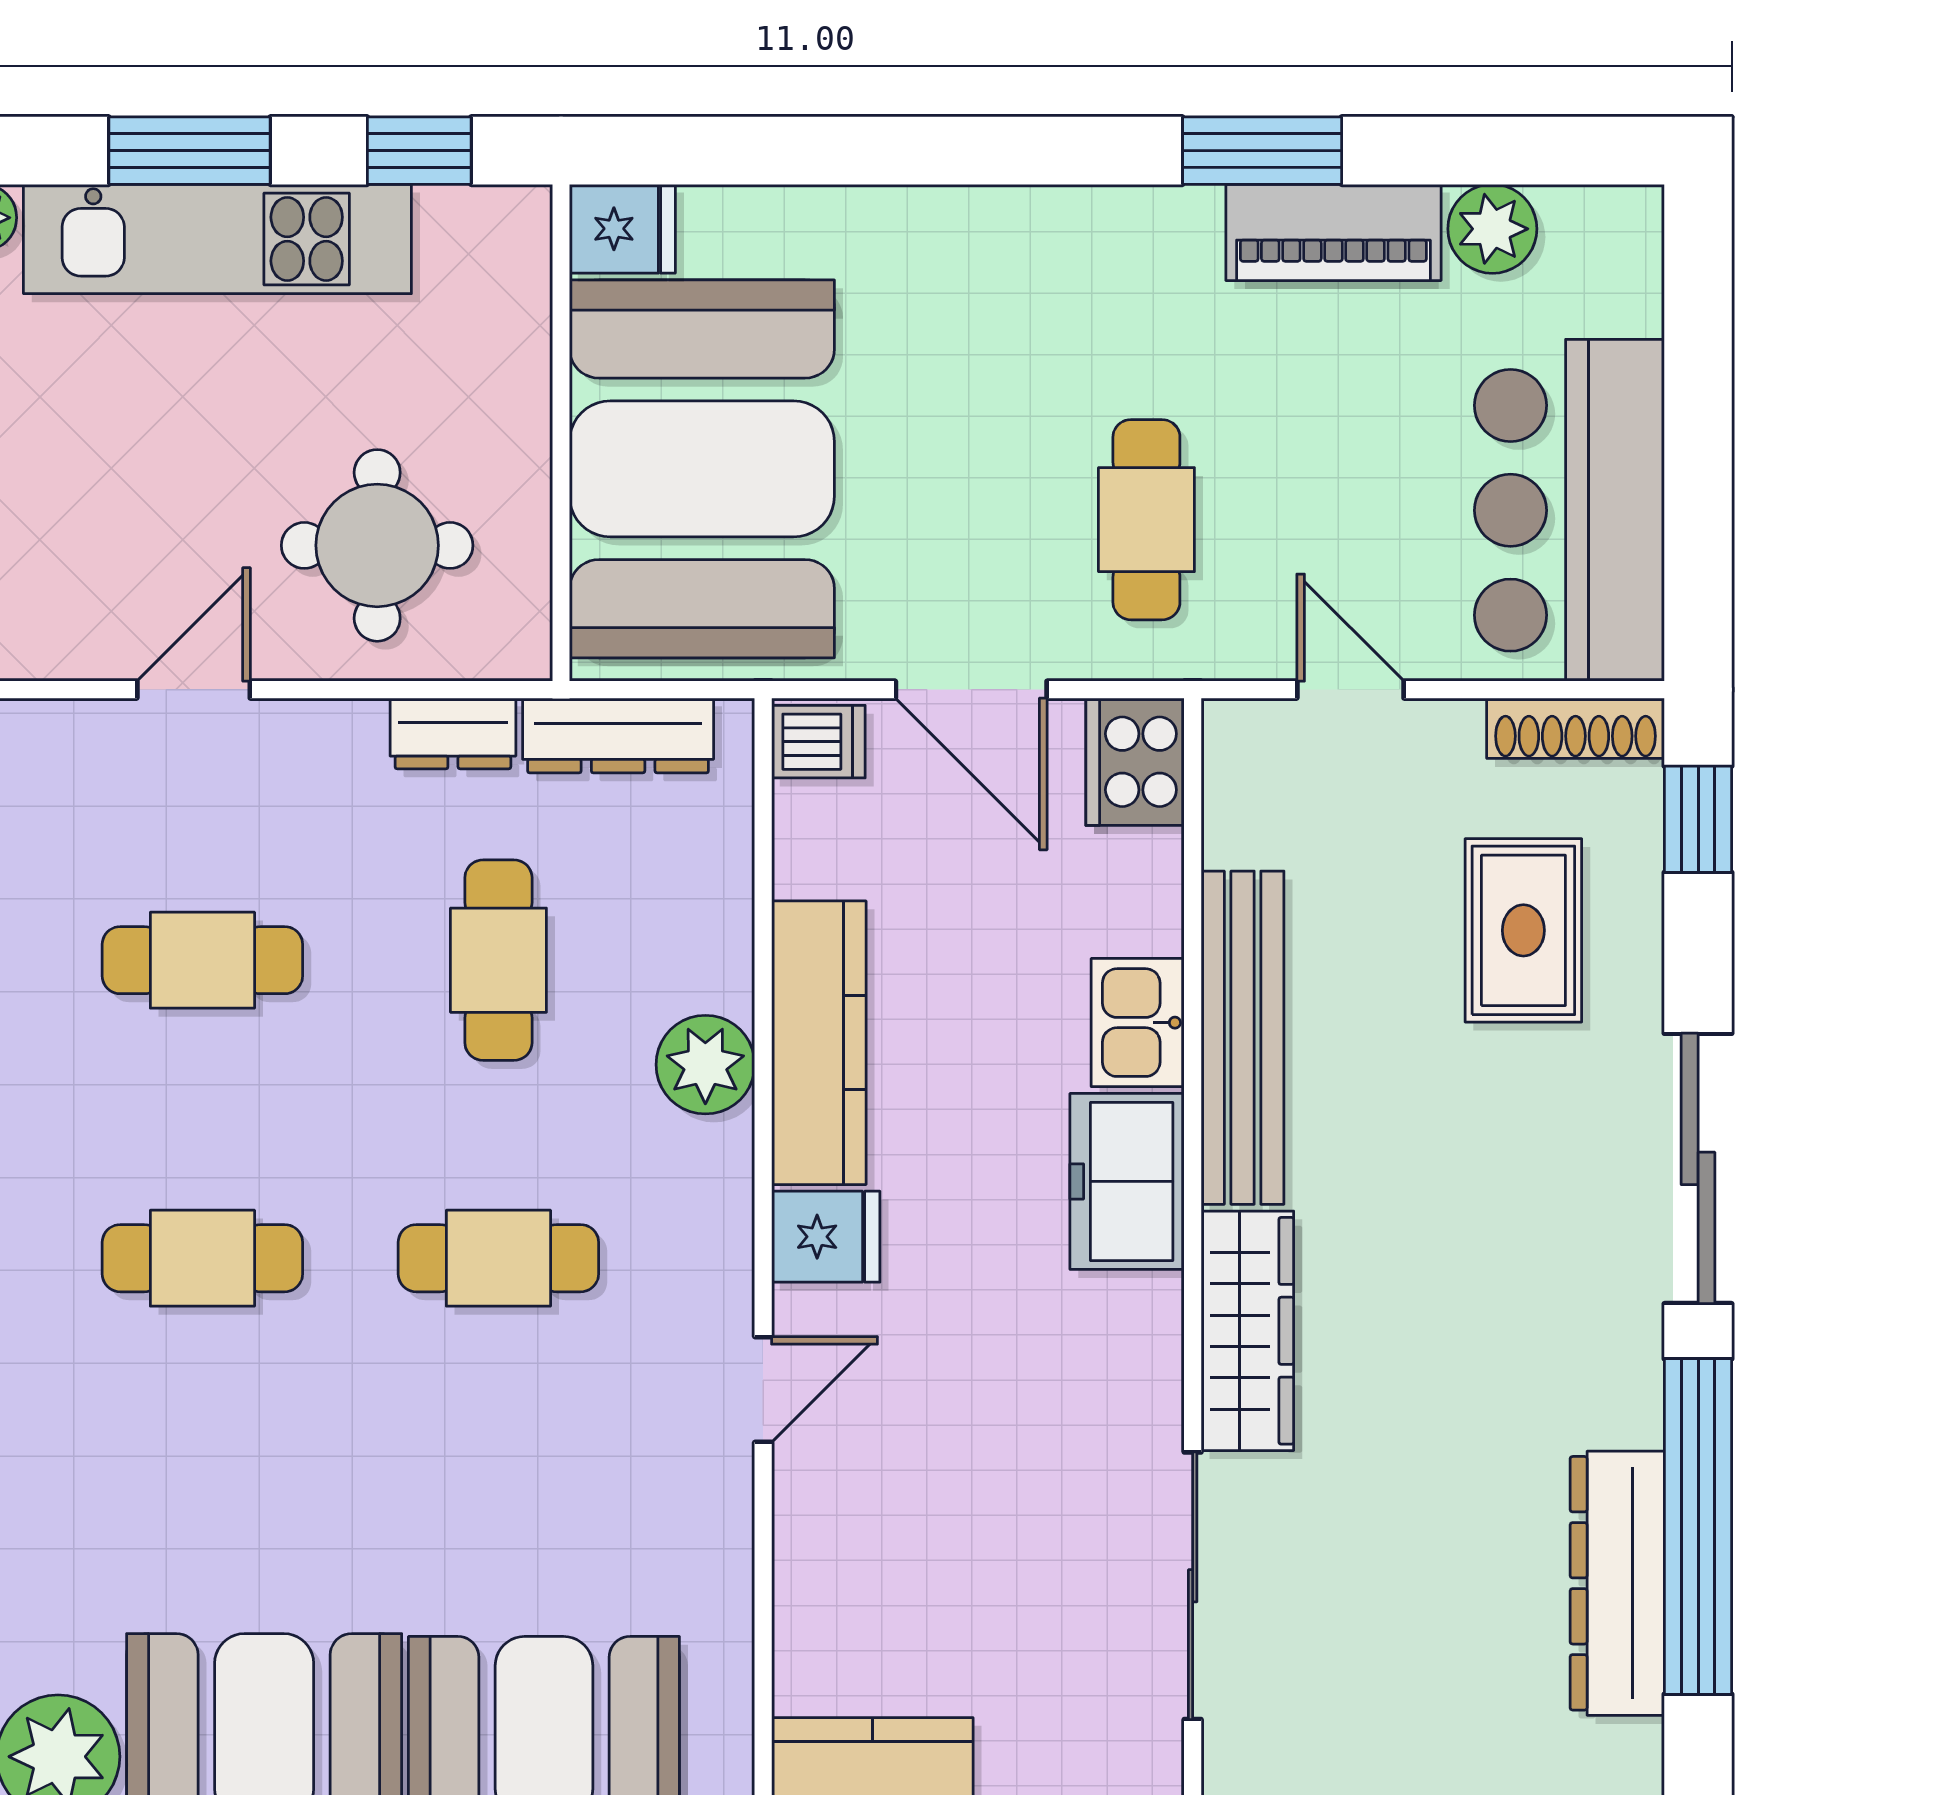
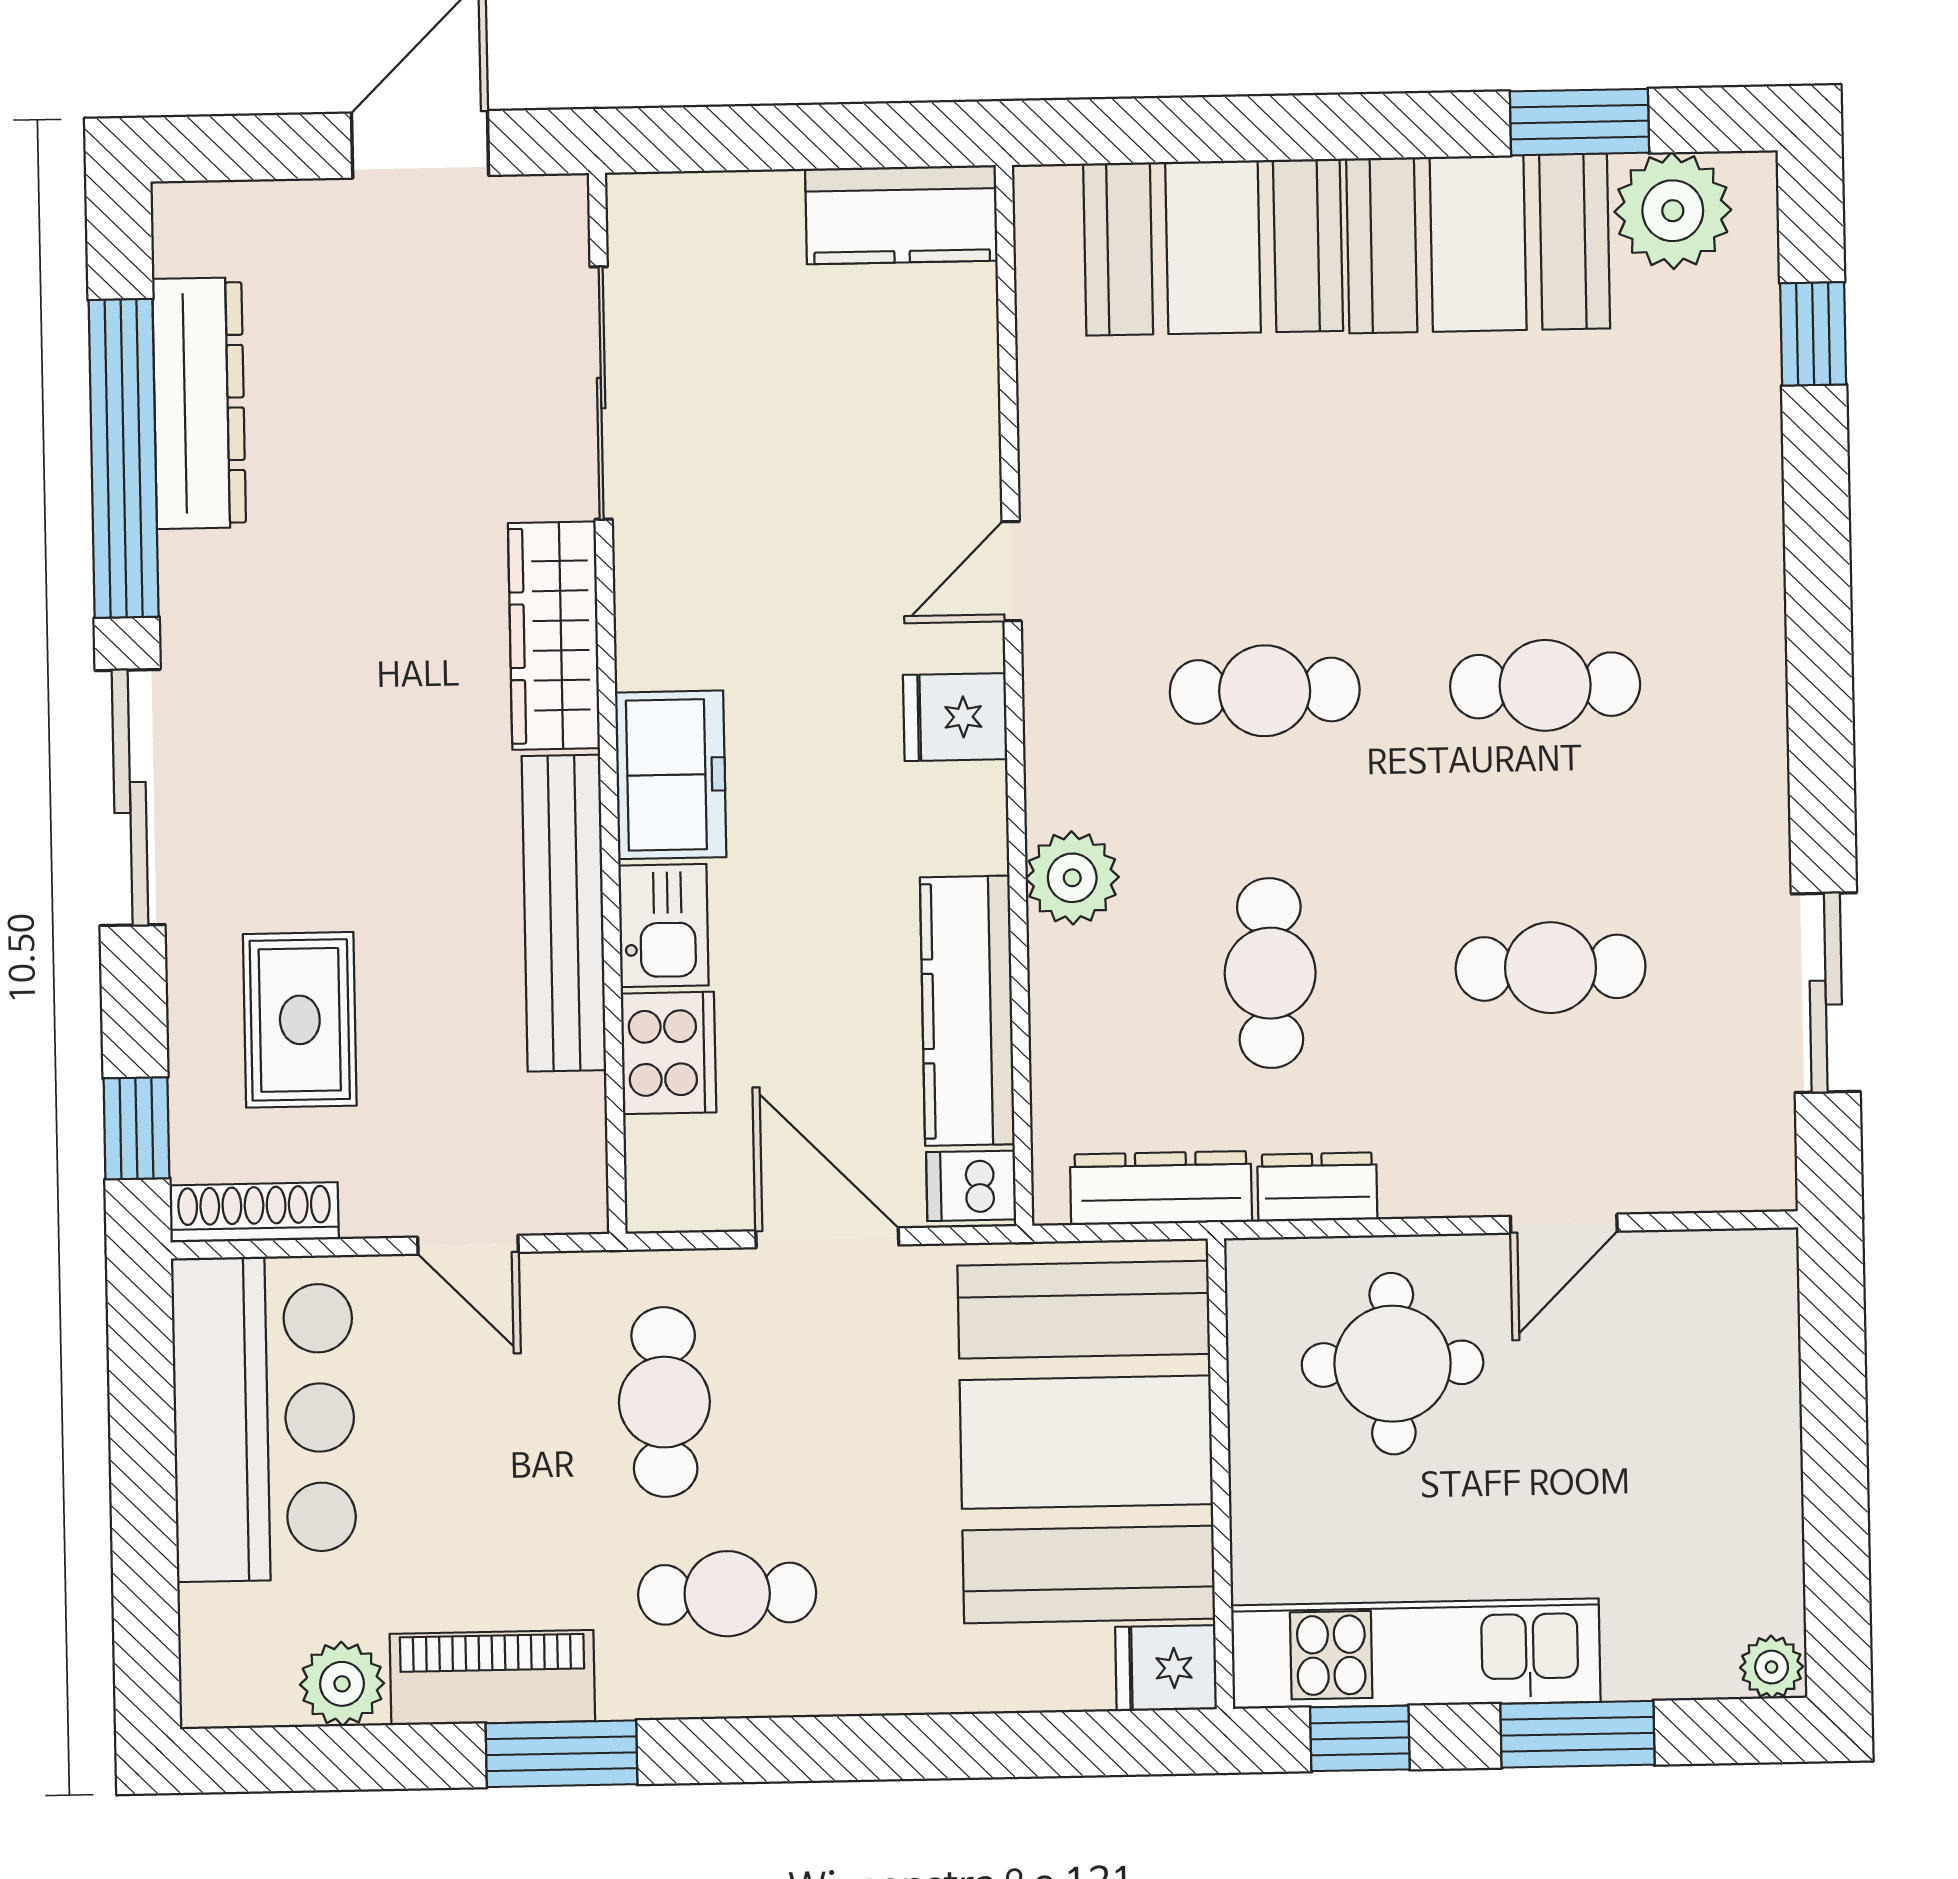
kitchen unit: (217, 239) -> (1416, 1654), moved
cafe table: (1084, 316) -> (727, 1594), added
cooker: (1135, 762) -> (668, 1053), moved
kitchen counter: (819, 1043) -> (967, 1011), moved

